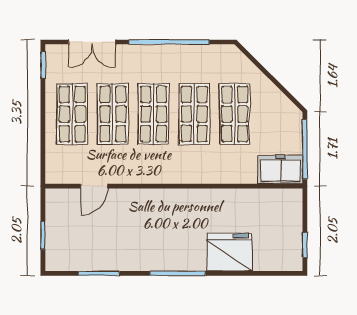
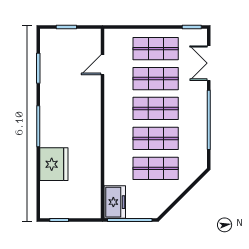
door: (94, 186) -> (103, 65), hinge flipped

